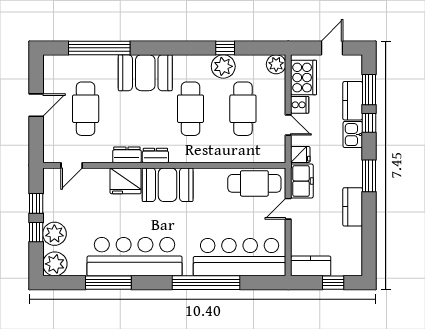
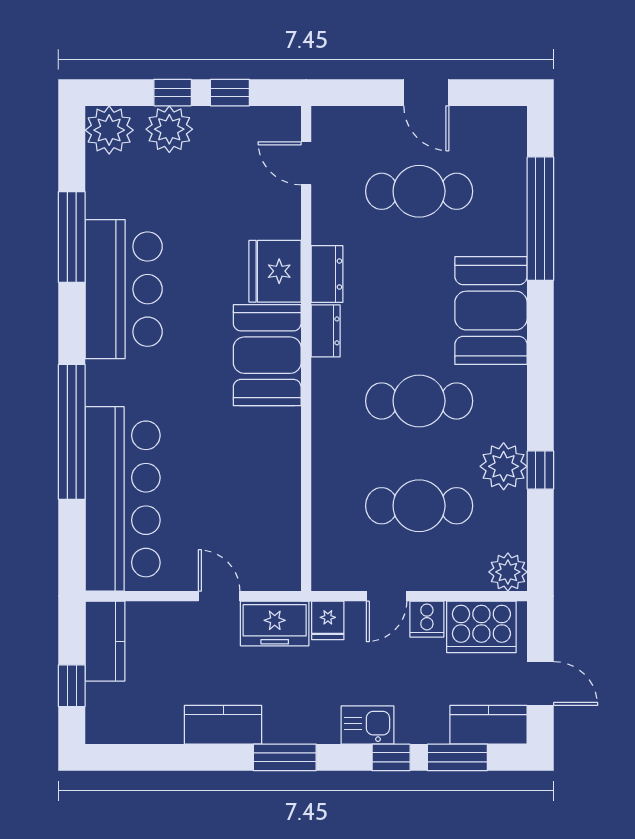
kitchen counter: (353, 101) -> (488, 725), moved
cafe table: (254, 183) -> (270, 529), removed
bar counter: (135, 257) -> (124, 289), width x0.73

